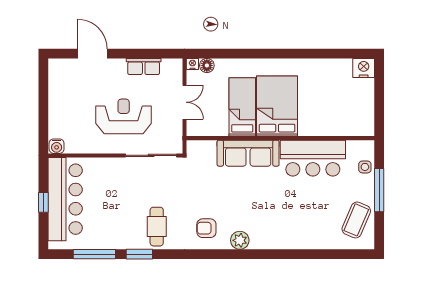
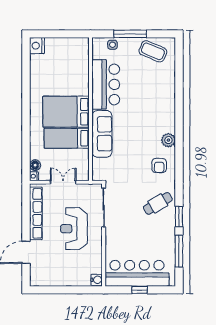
row of seats: (144, 66) -> (36, 213), width x2.02
cafe table: (157, 227) -> (158, 203), turned -31

